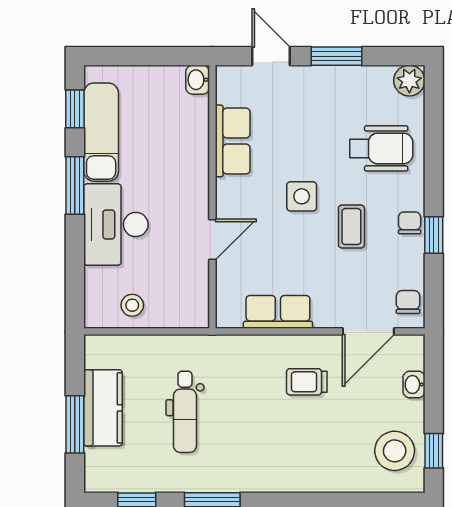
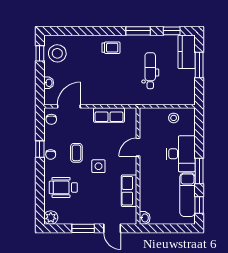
trolley: (307, 382) -> (111, 48), moved
kitchen counter: (103, 408) -> (187, 52), moved

